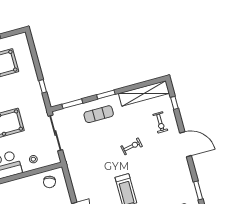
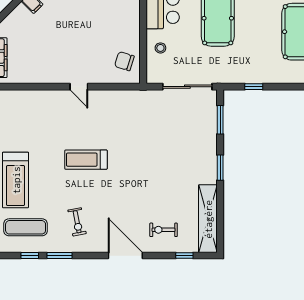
exercise mat: (99, 114) -> (197, 151), removed
door: (186, 144) -> (125, 256), swing flipped
exercise bike: (132, 146) -> (77, 222), moved

